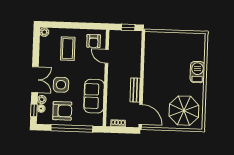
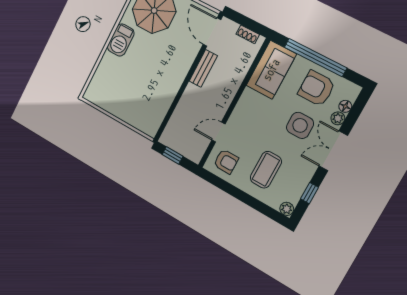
armchair: (94, 41) -> (226, 161), turned 90
door: (107, 56) -> (219, 132), swing flipped
barbecue: (197, 72) -> (121, 40), moved
sofa: (94, 96) -> (271, 70), moved
window: (34, 110) -> (310, 193), moved

